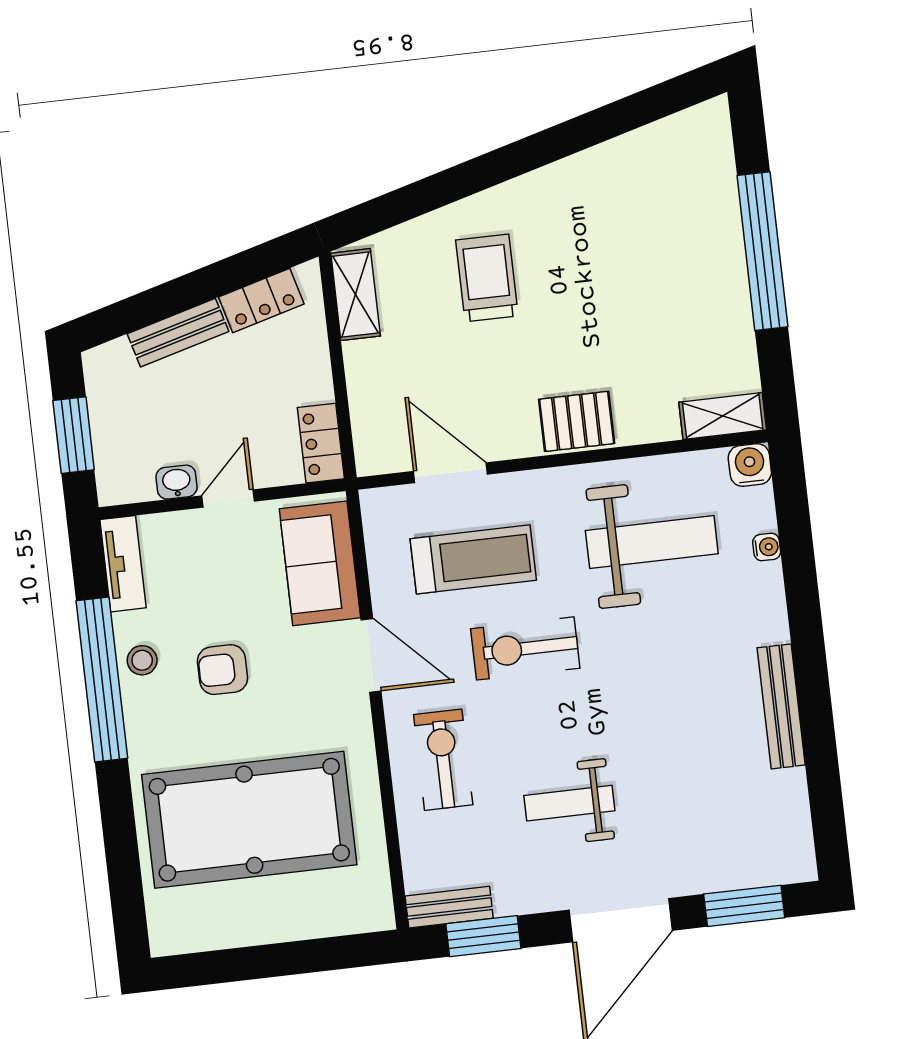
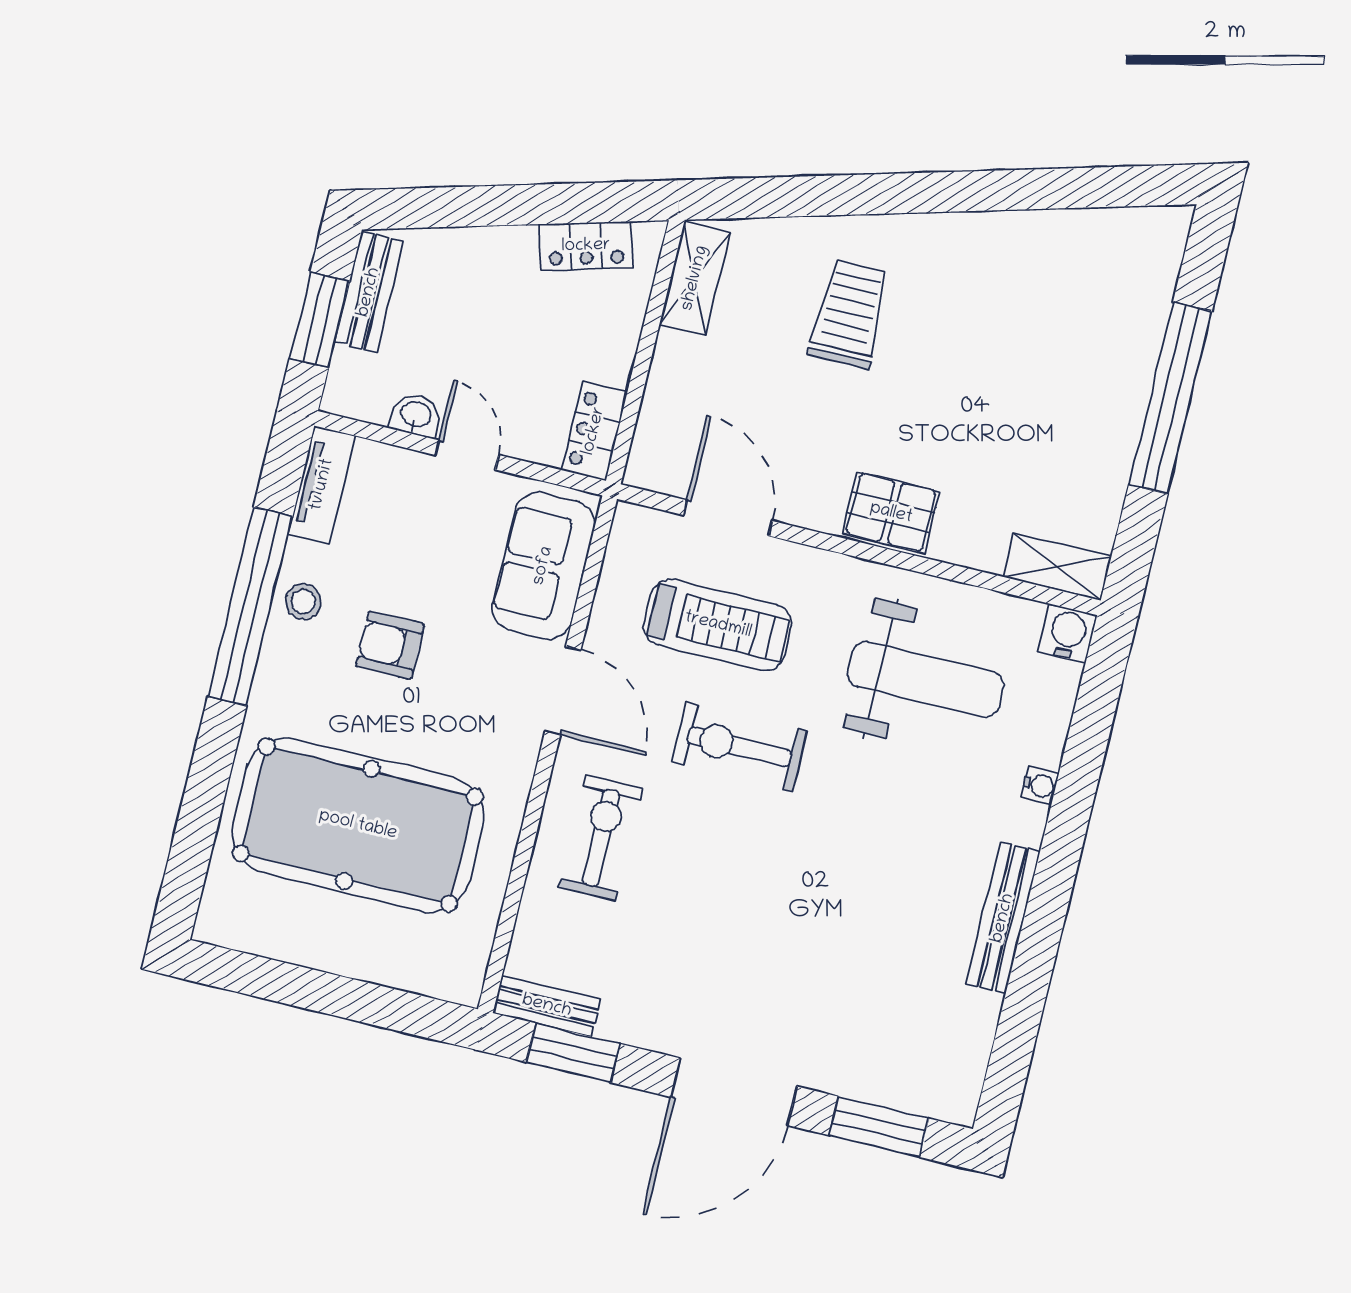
bench: (178, 333) -> (369, 292), moved, turned -75
door: (228, 498) -> (467, 455), hinge flipped
water cooler: (767, 547) -> (1040, 785), moved
weight bench: (569, 803) -> (725, 939), removed

